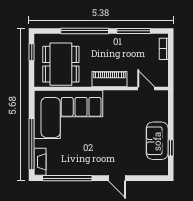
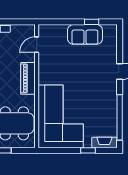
window: (32, 144) -> (88, 150), width x0.32

